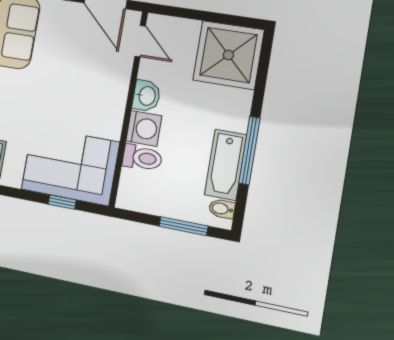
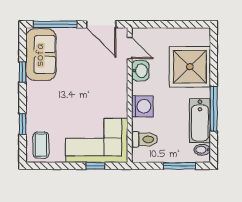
shower: (228, 55) -> (190, 67), moved
washbasin: (146, 96) -> (140, 71), moved
toilet: (142, 158) -> (145, 139), moved

